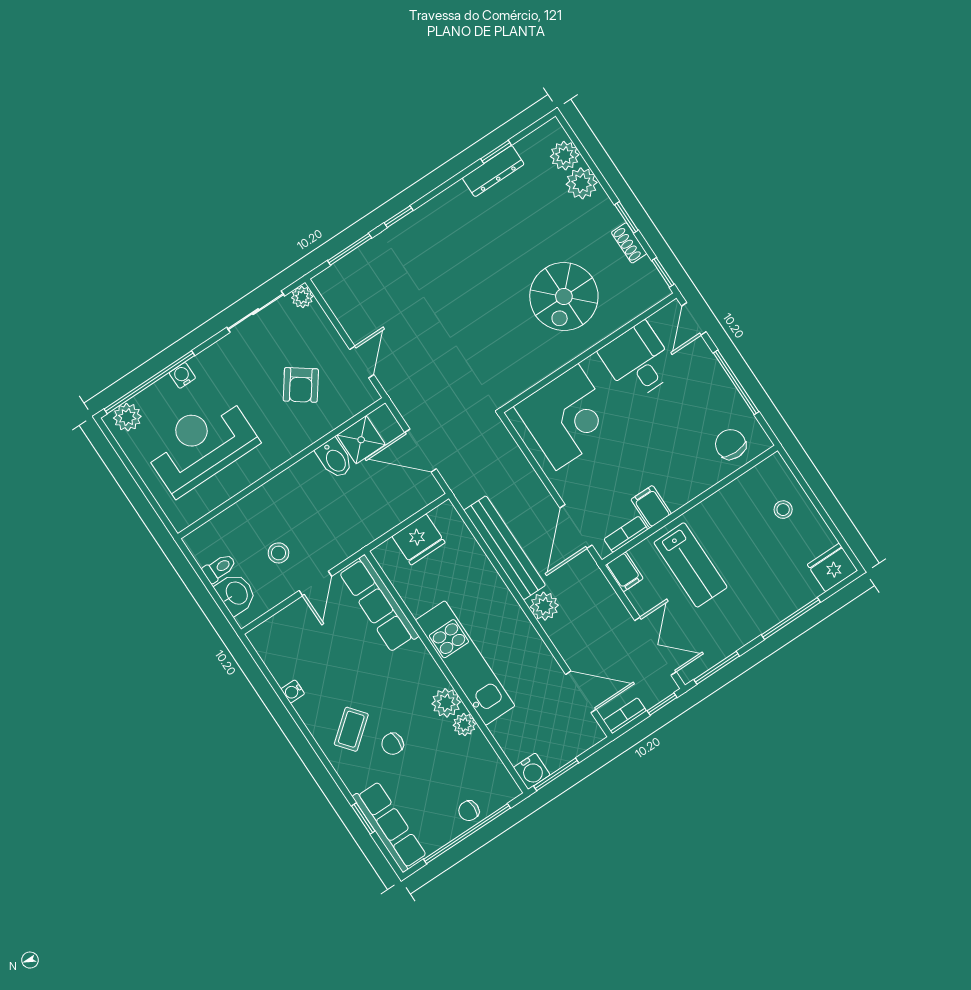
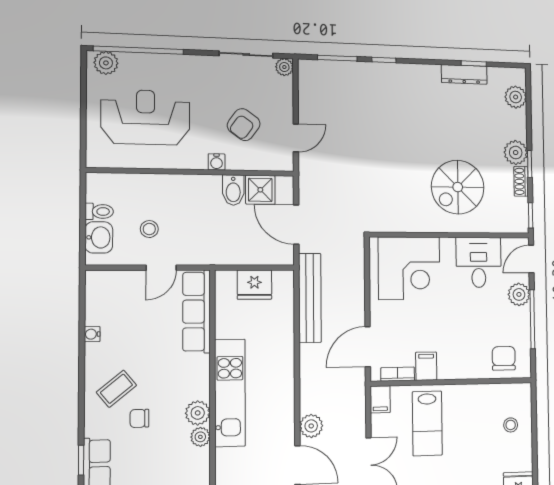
plant: (582, 183) -> (516, 153), moved
plant: (704, 366) -> (519, 294), added
water cooler: (182, 375) -> (217, 162), moved, turned 180
bench: (505, 548) -> (310, 298), moved
plant: (544, 606) -> (311, 426), moved

